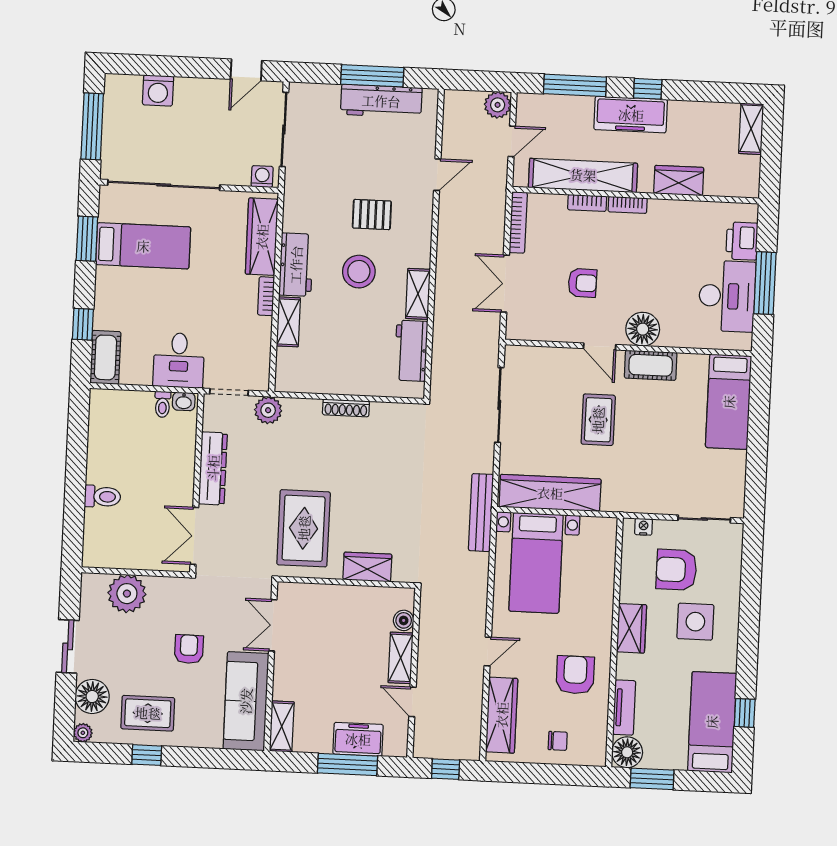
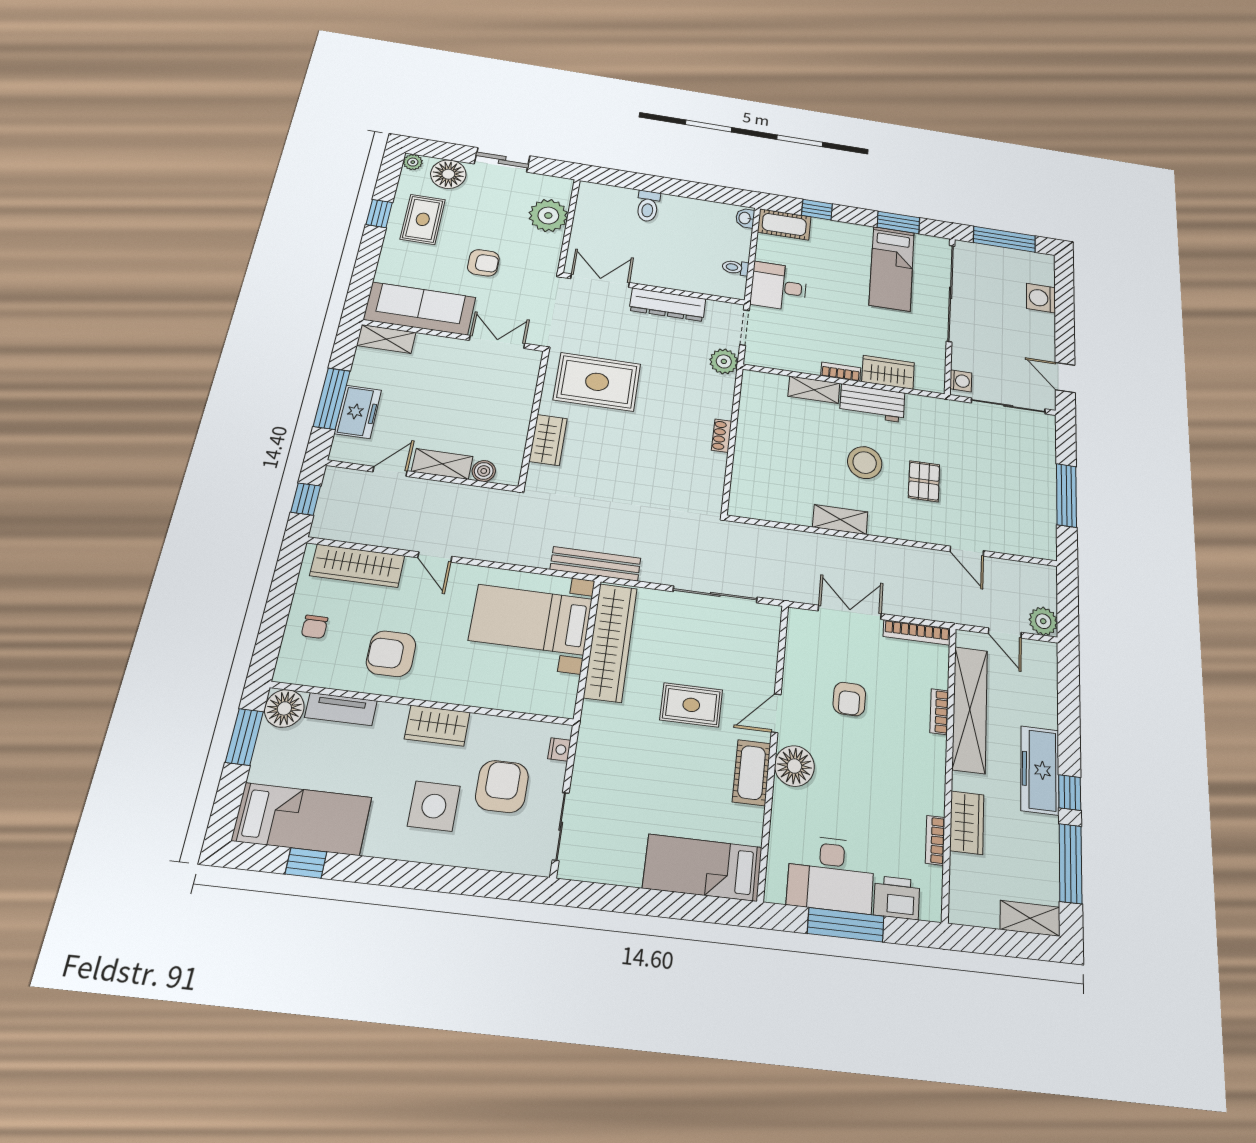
window: (575, 85) -> (1070, 863), moved
workbench: (381, 101) -> (1041, 502), removed
bookcase: (628, 205) -> (935, 840), moved
wardrobe: (262, 237) -> (888, 372), width x0.67
workbench: (411, 351) -> (779, 507), removed
washbasin: (184, 401) -> (745, 218), moved
shoe rack: (346, 408) -> (722, 436), width x0.70
armchair: (575, 675) -> (391, 654), turned 180

